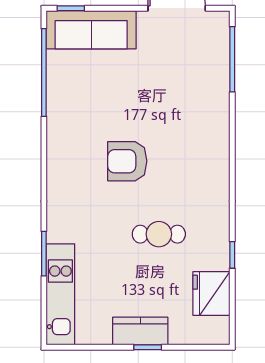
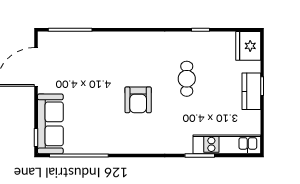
fridge: (211, 294) -> (248, 46), moved, turned 90

